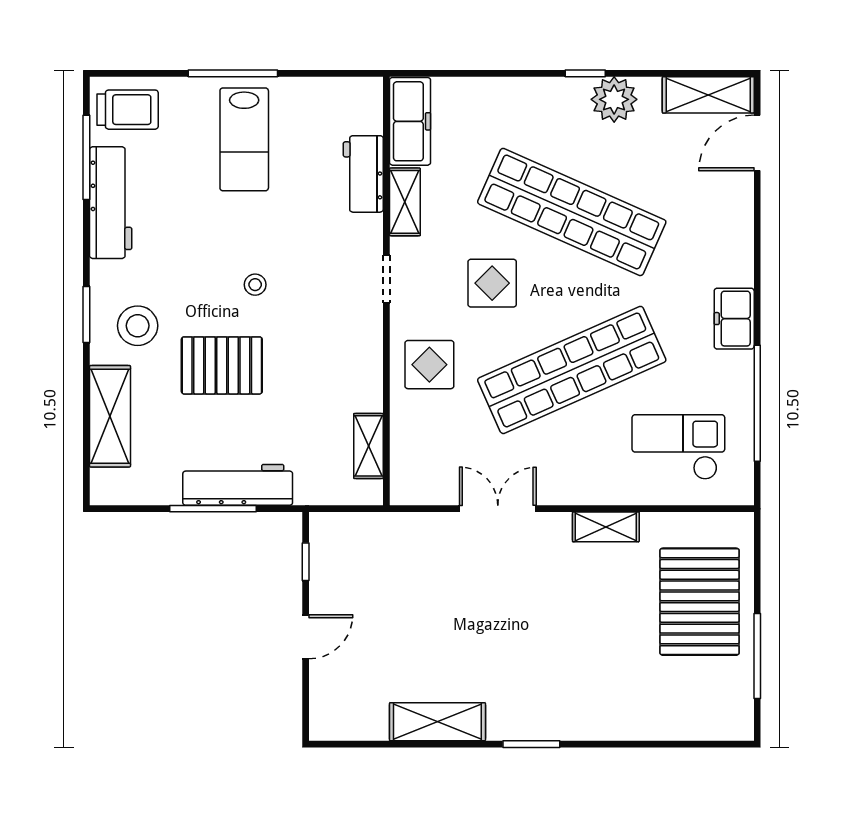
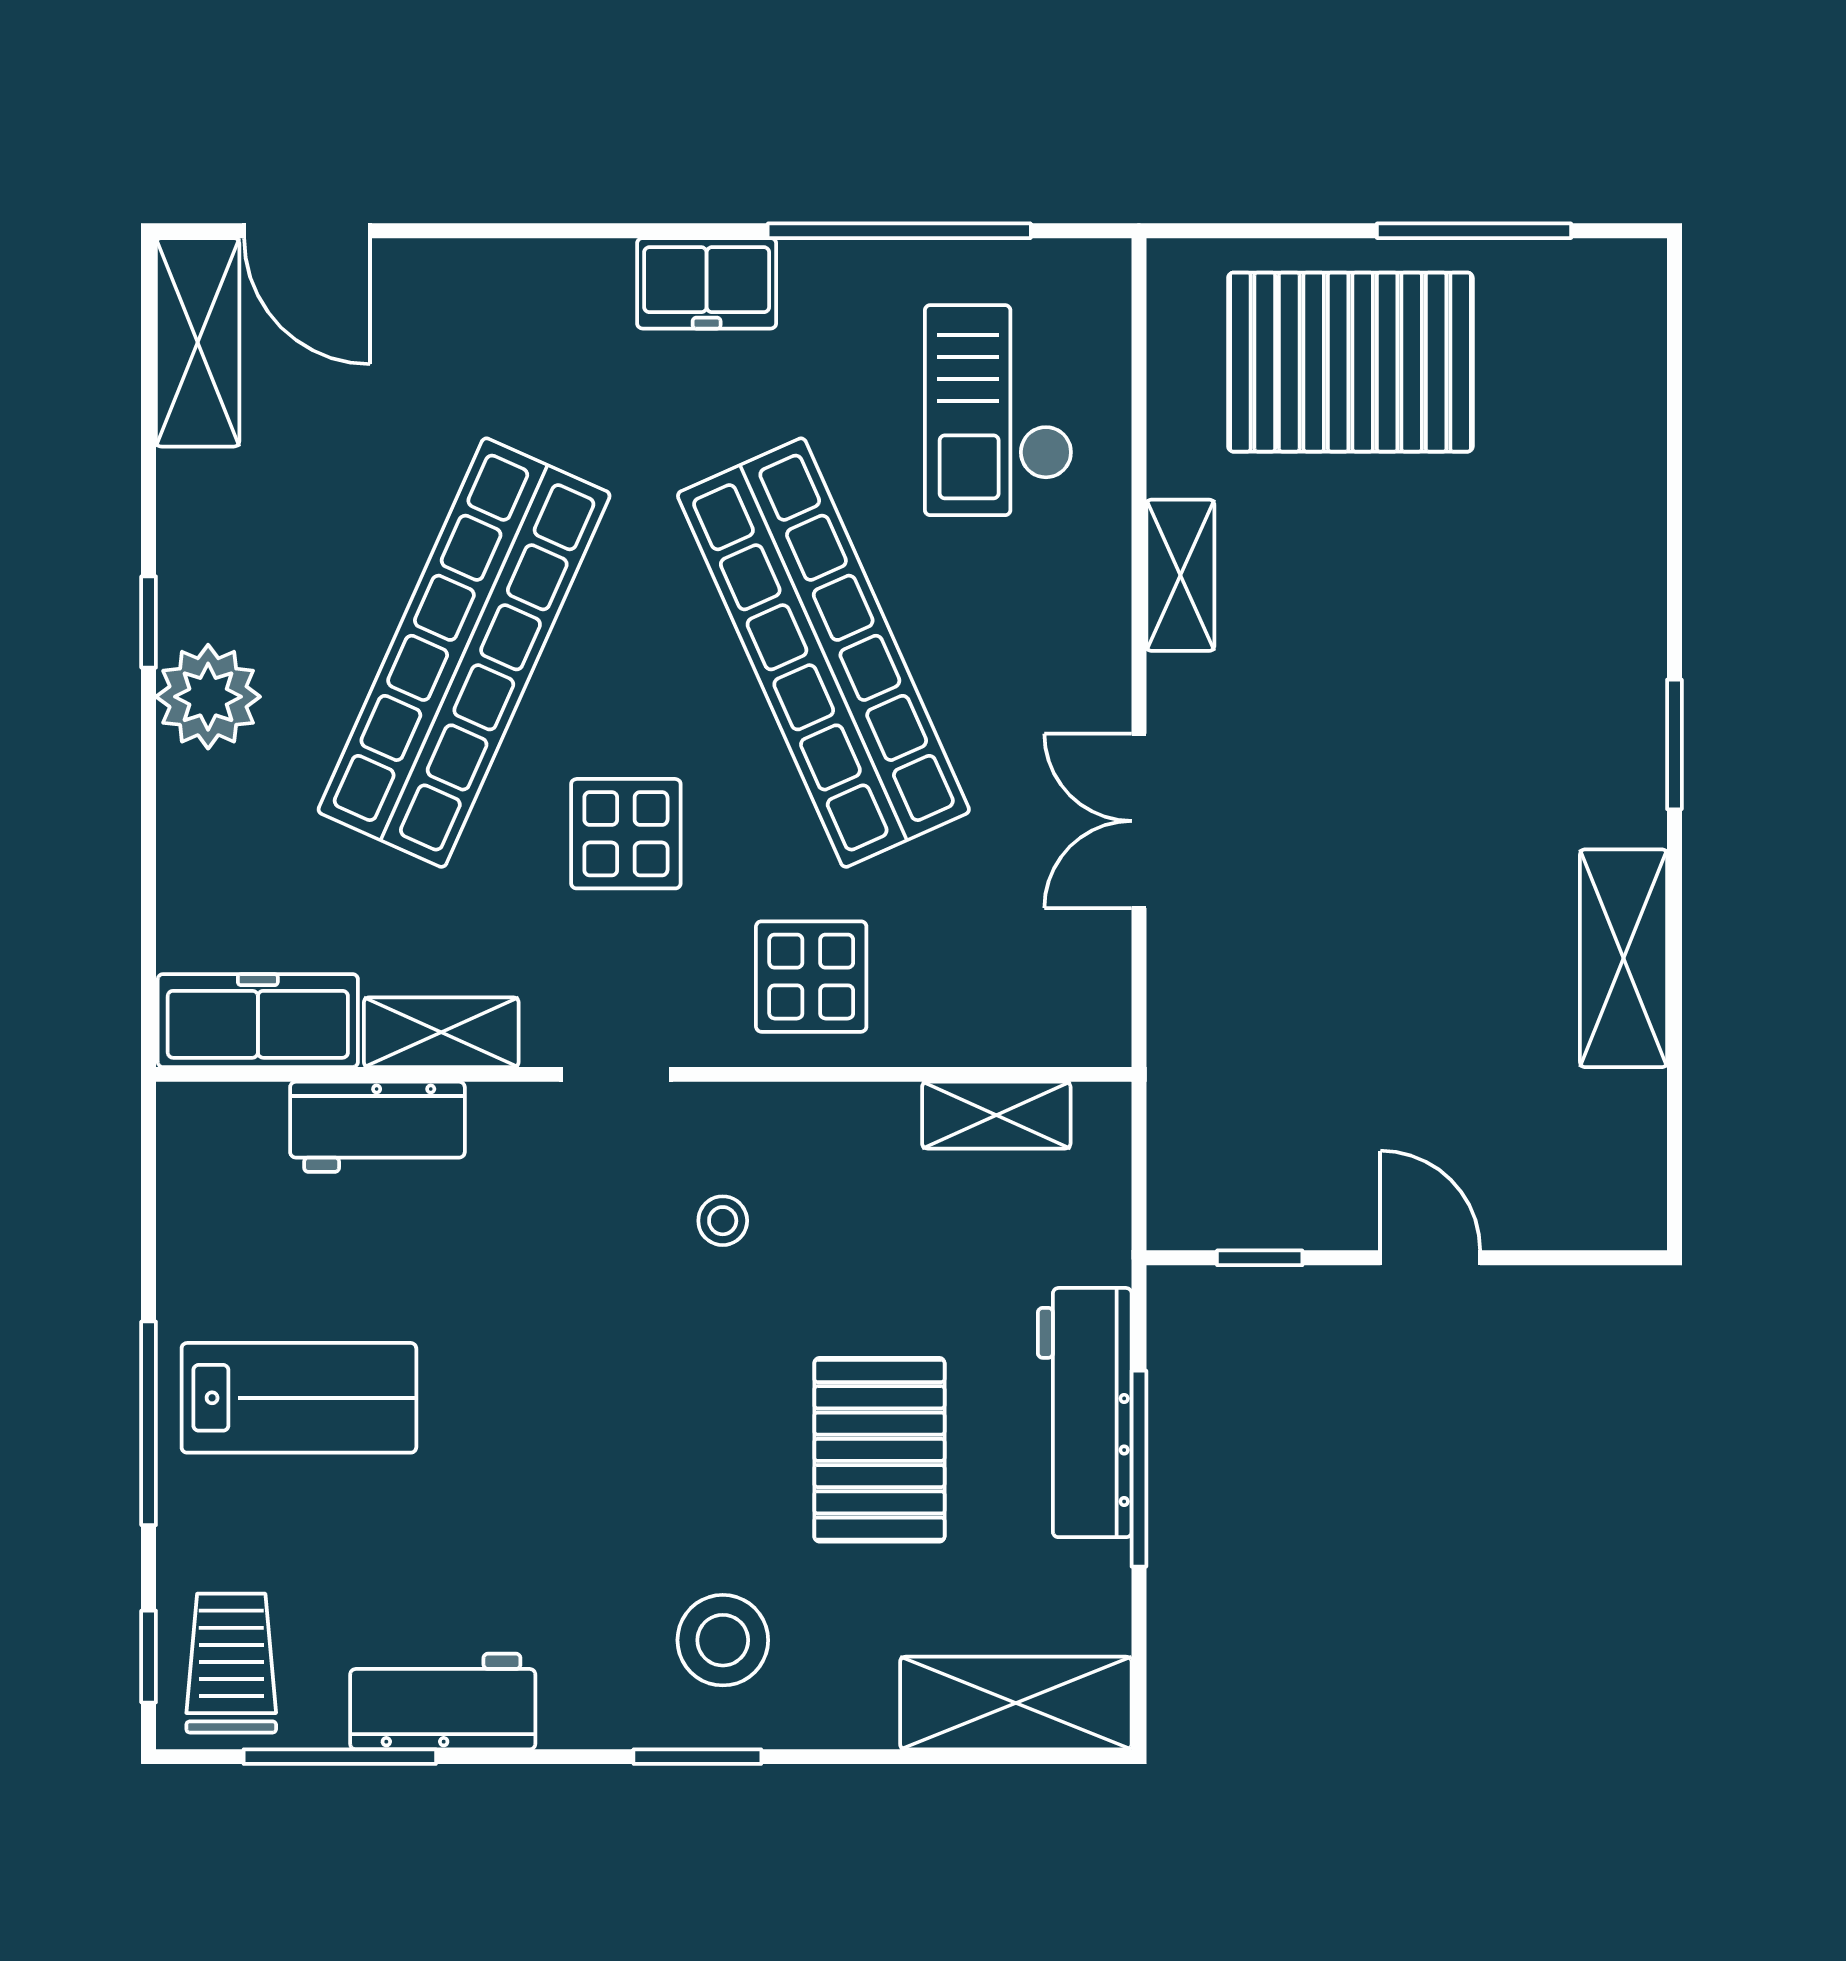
window: (130, 73) -> (149, 1657), added
plant: (614, 99) -> (208, 697), moved
workbench: (111, 203) -> (443, 1701), width x0.73
stool: (255, 285) -> (723, 1221), moved
pallet: (222, 365) -> (879, 1450), moved
shelving: (110, 416) -> (1016, 1703), moved

